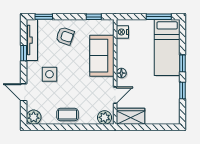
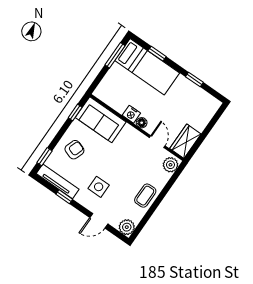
nightstand: (122, 32) -> (131, 114), moved
sofa: (102, 56) -> (101, 120), moved
window: (182, 63) -> (157, 54), moved

